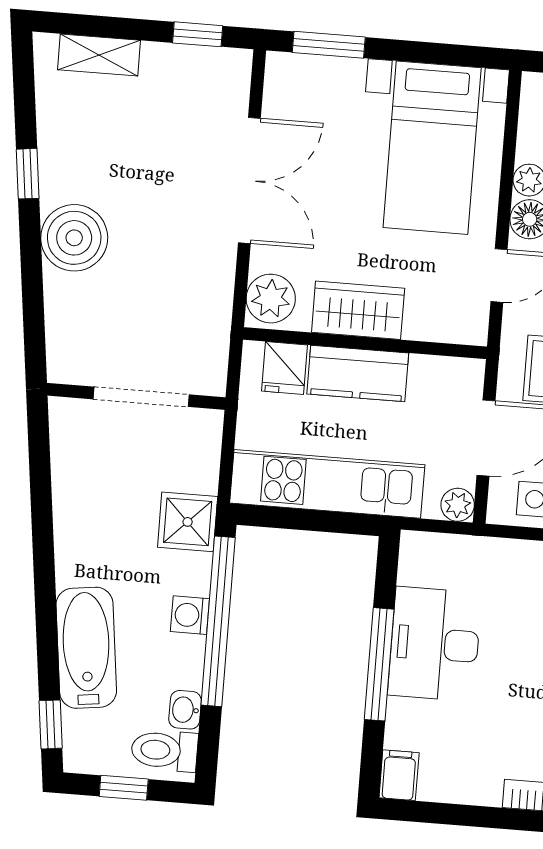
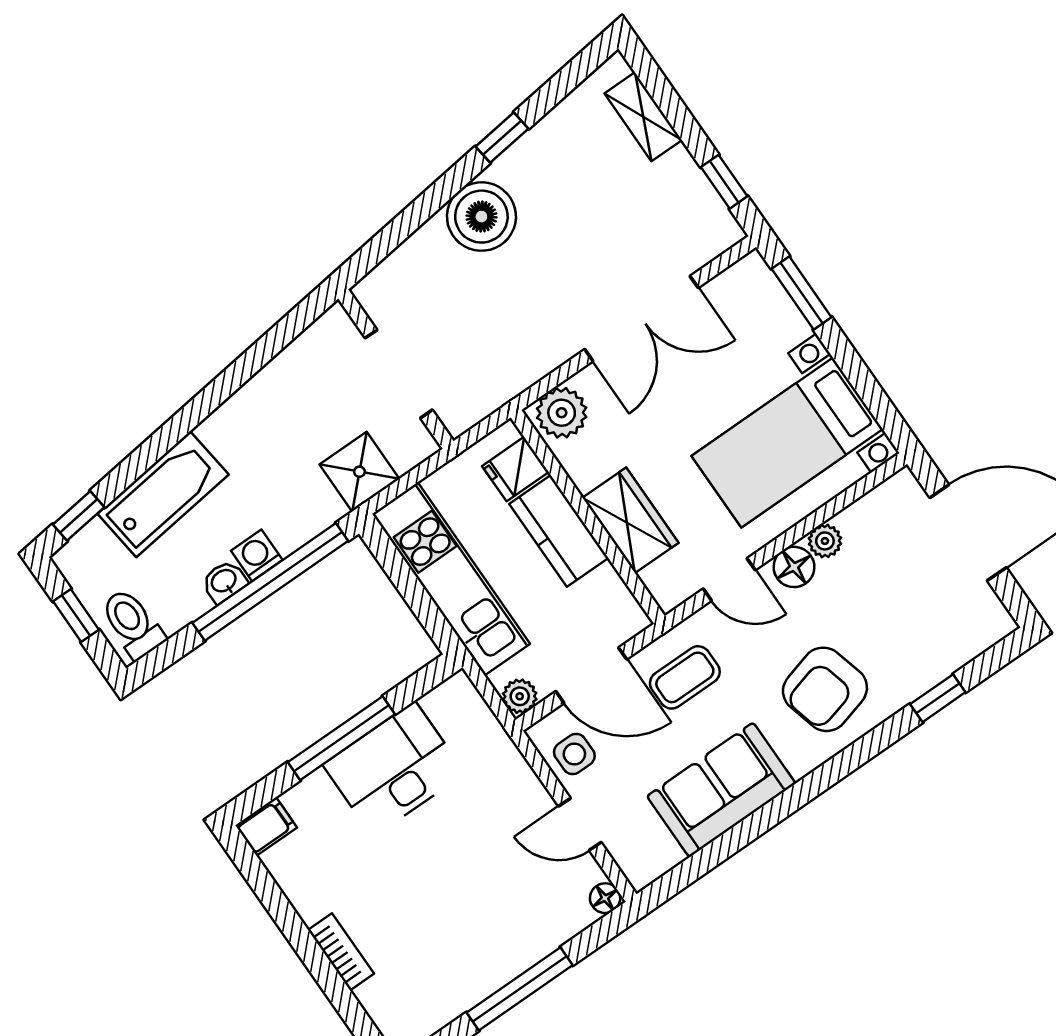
wardrobe: (358, 310) -> (630, 520), moved
shower: (188, 522) -> (359, 472), moved
washbasin: (185, 710) -> (224, 581), moved

